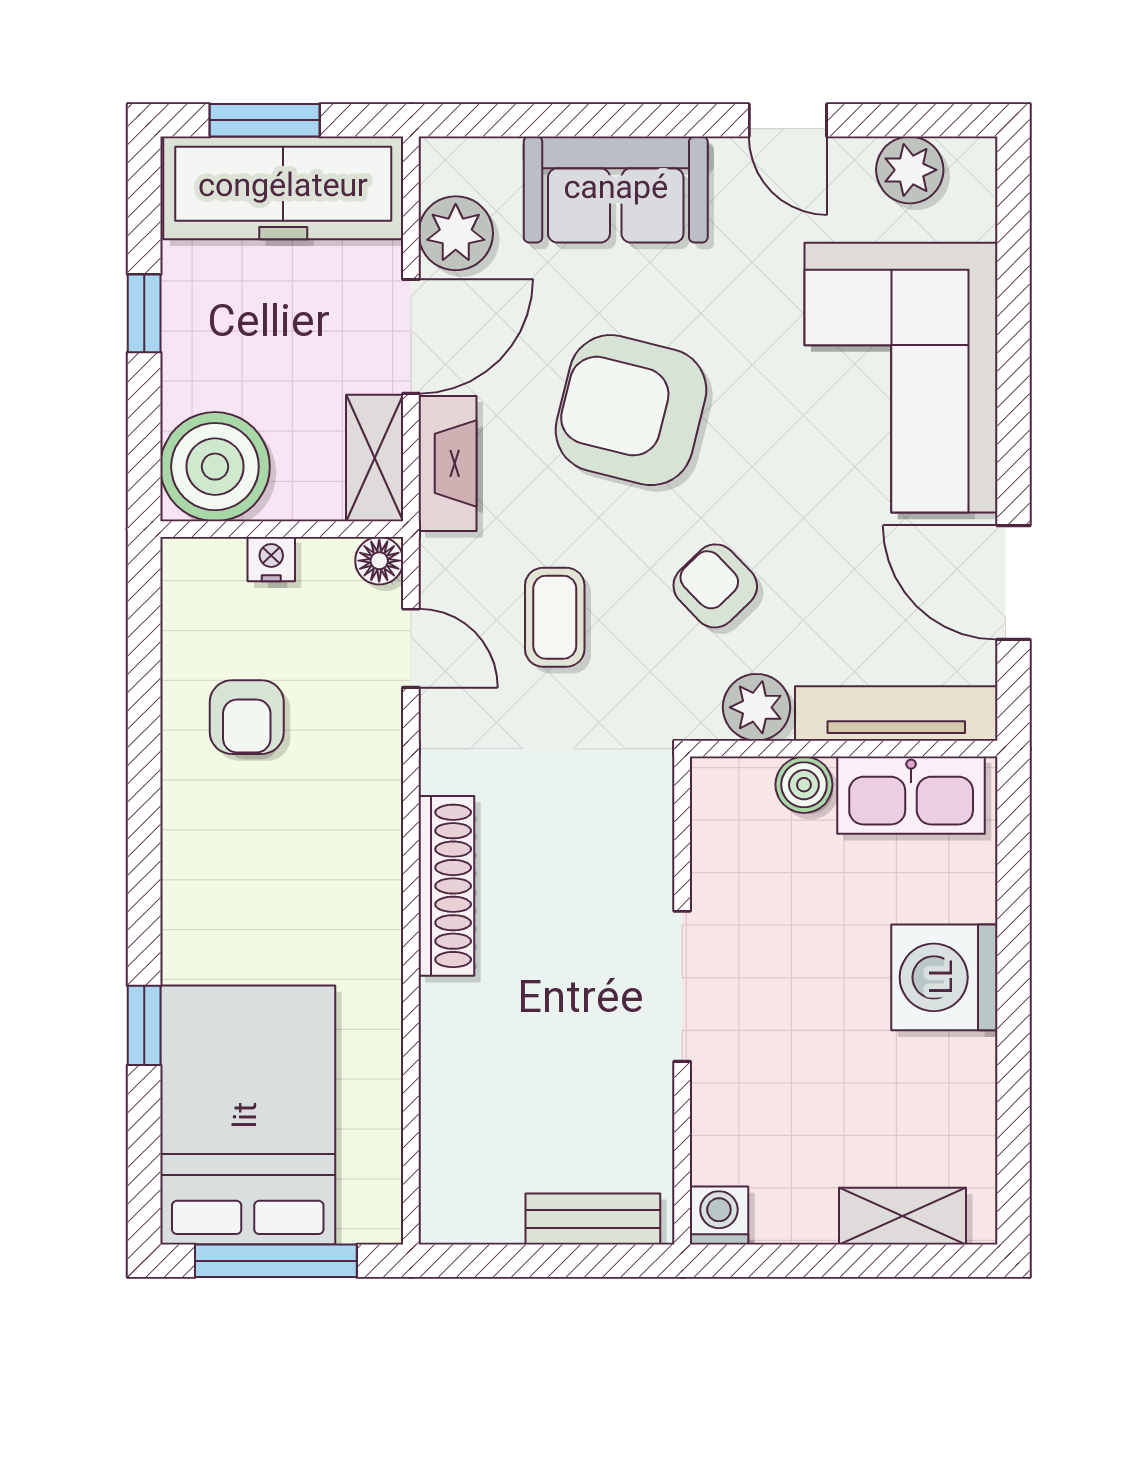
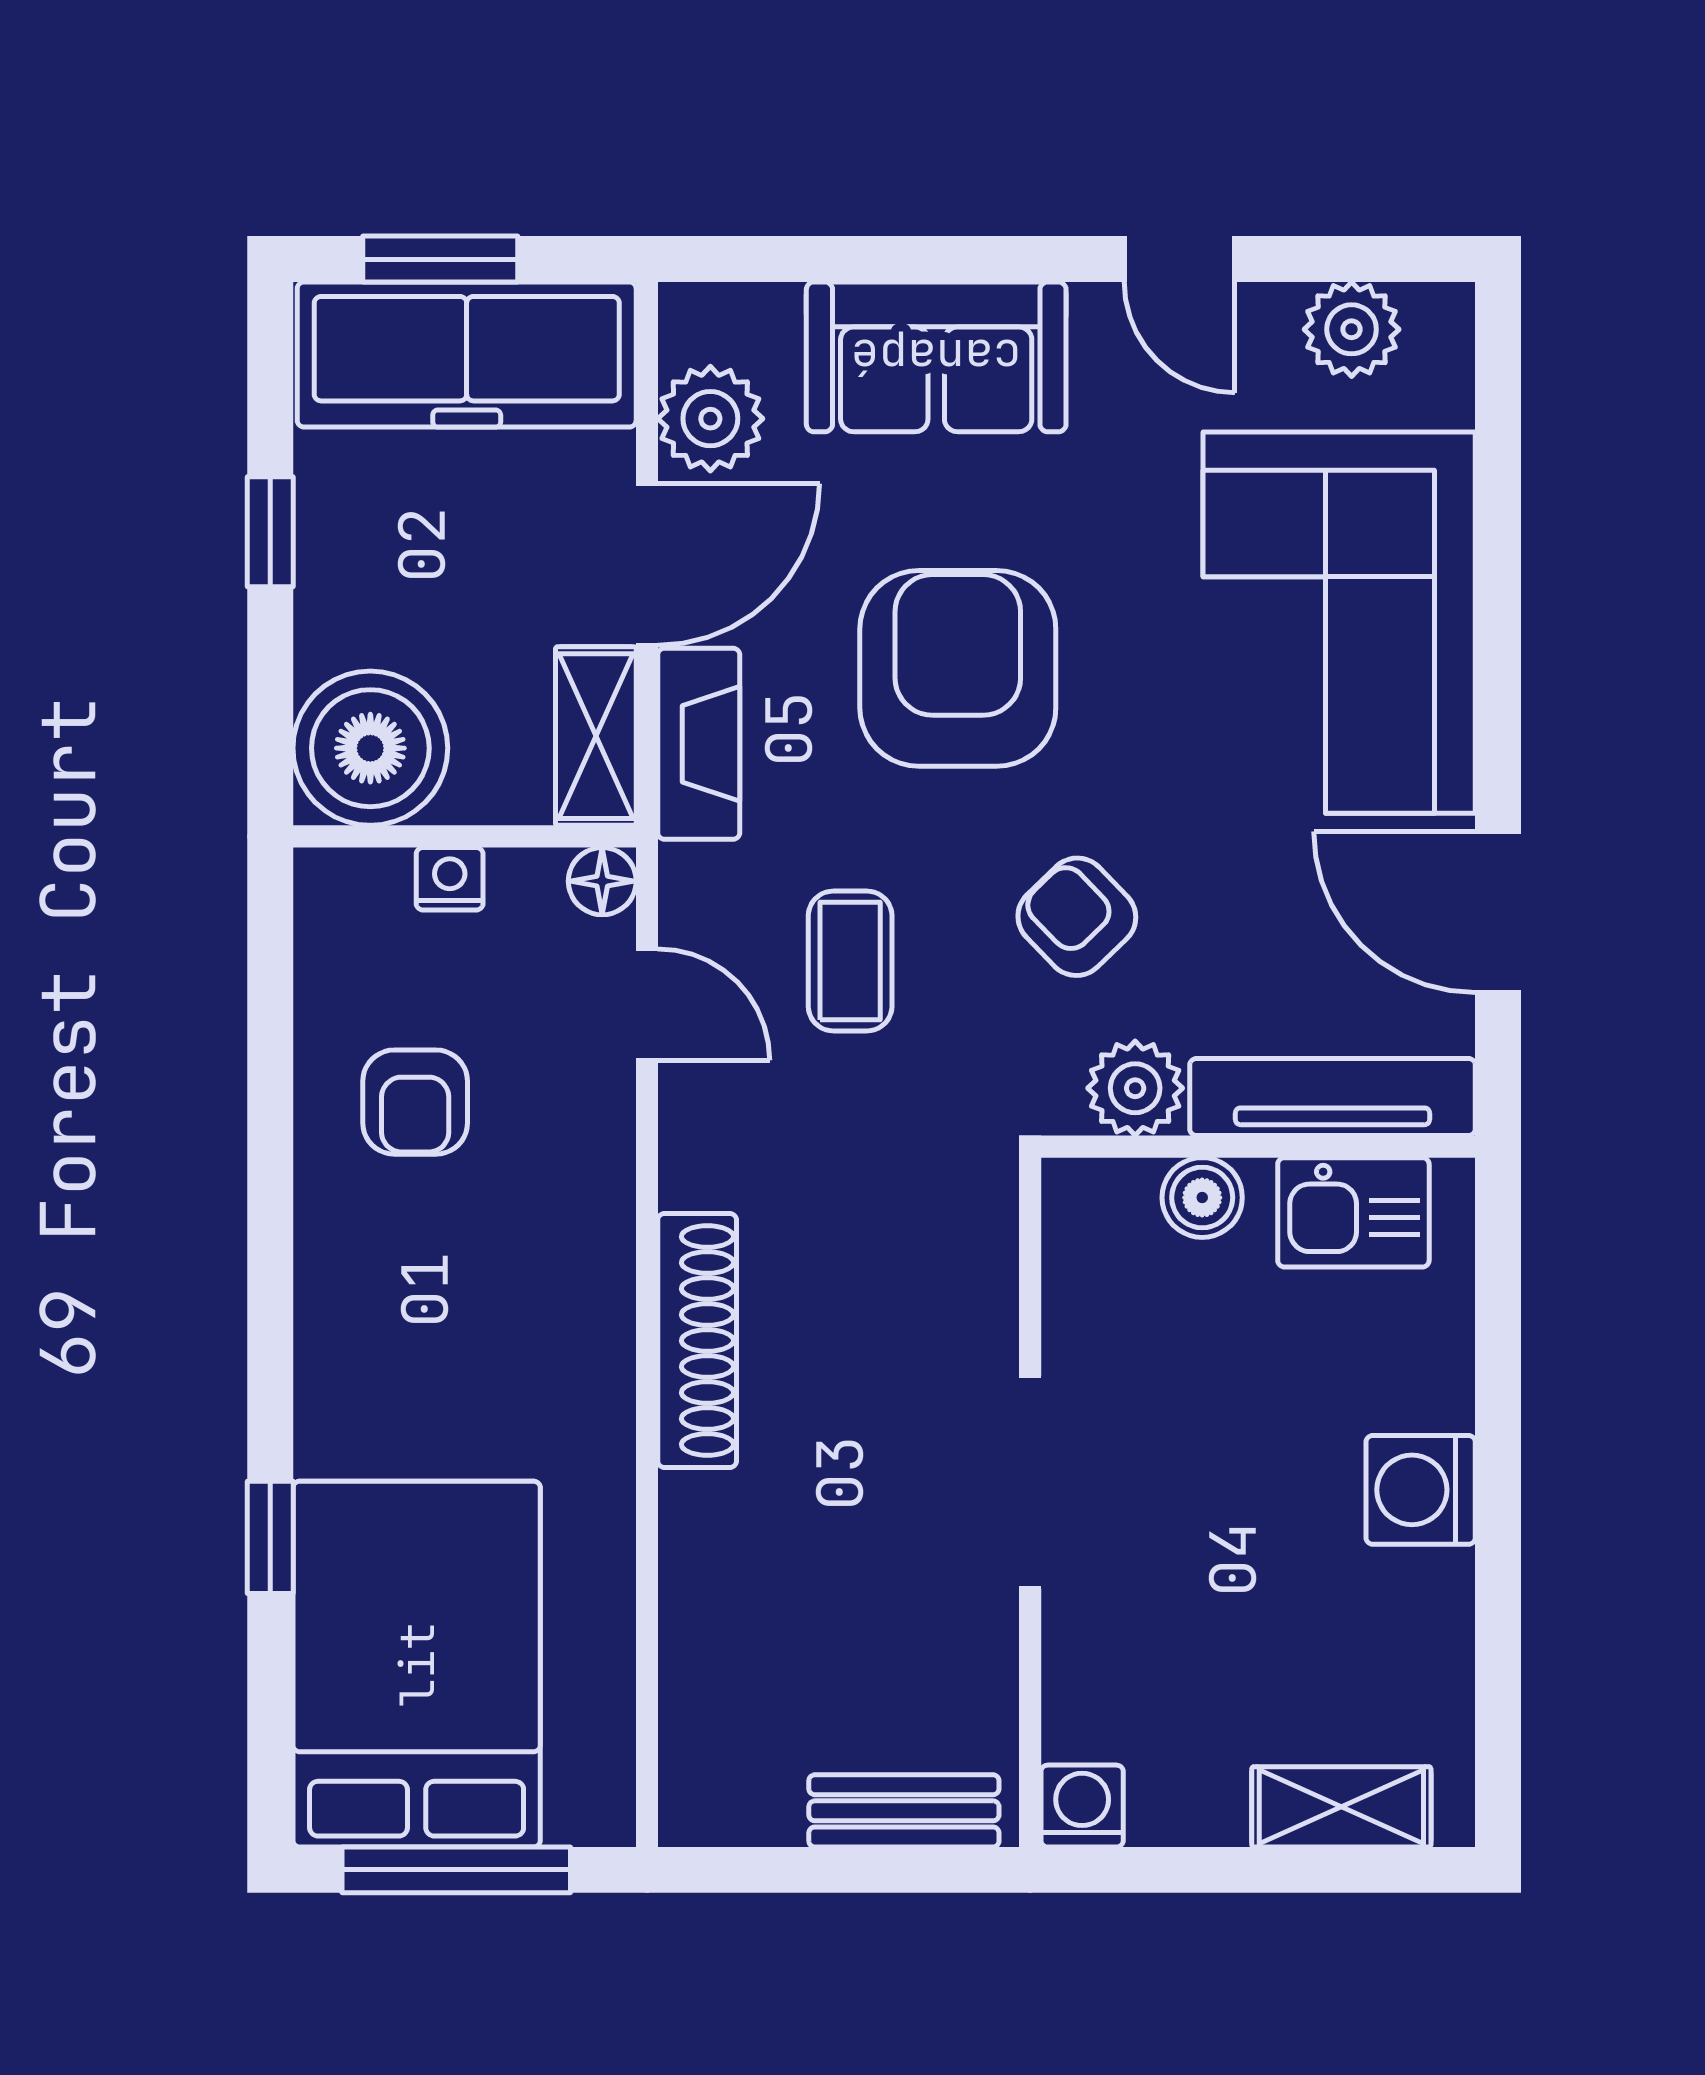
armchair: (631, 410) -> (958, 668), turned 76
kitchen sink: (911, 795) -> (1353, 1212), width x0.73
washing machine: (944, 977) -> (1421, 1490), width x0.73, depth x0.73

